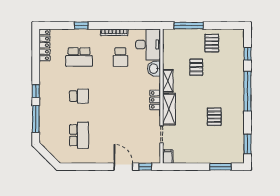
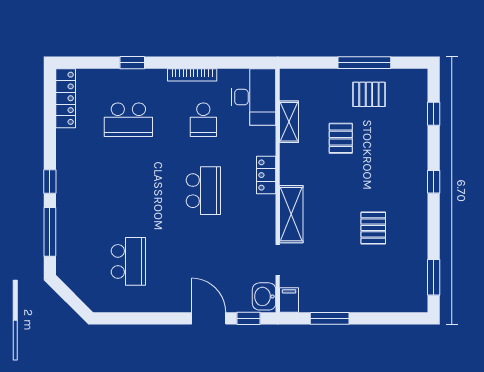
window: (189, 26) -> (364, 63), moved
pallet: (212, 43) -> (369, 94), turned 90
washbasin: (154, 69) -> (264, 296), moved
shelving: (168, 81) -> (289, 122), moved
window: (247, 91) -> (434, 182), width x0.32
school desk: (79, 96) -> (203, 191), moved, width x1.85
locker: (155, 100) -> (266, 175), moved
window: (220, 167) -> (330, 318), moved

